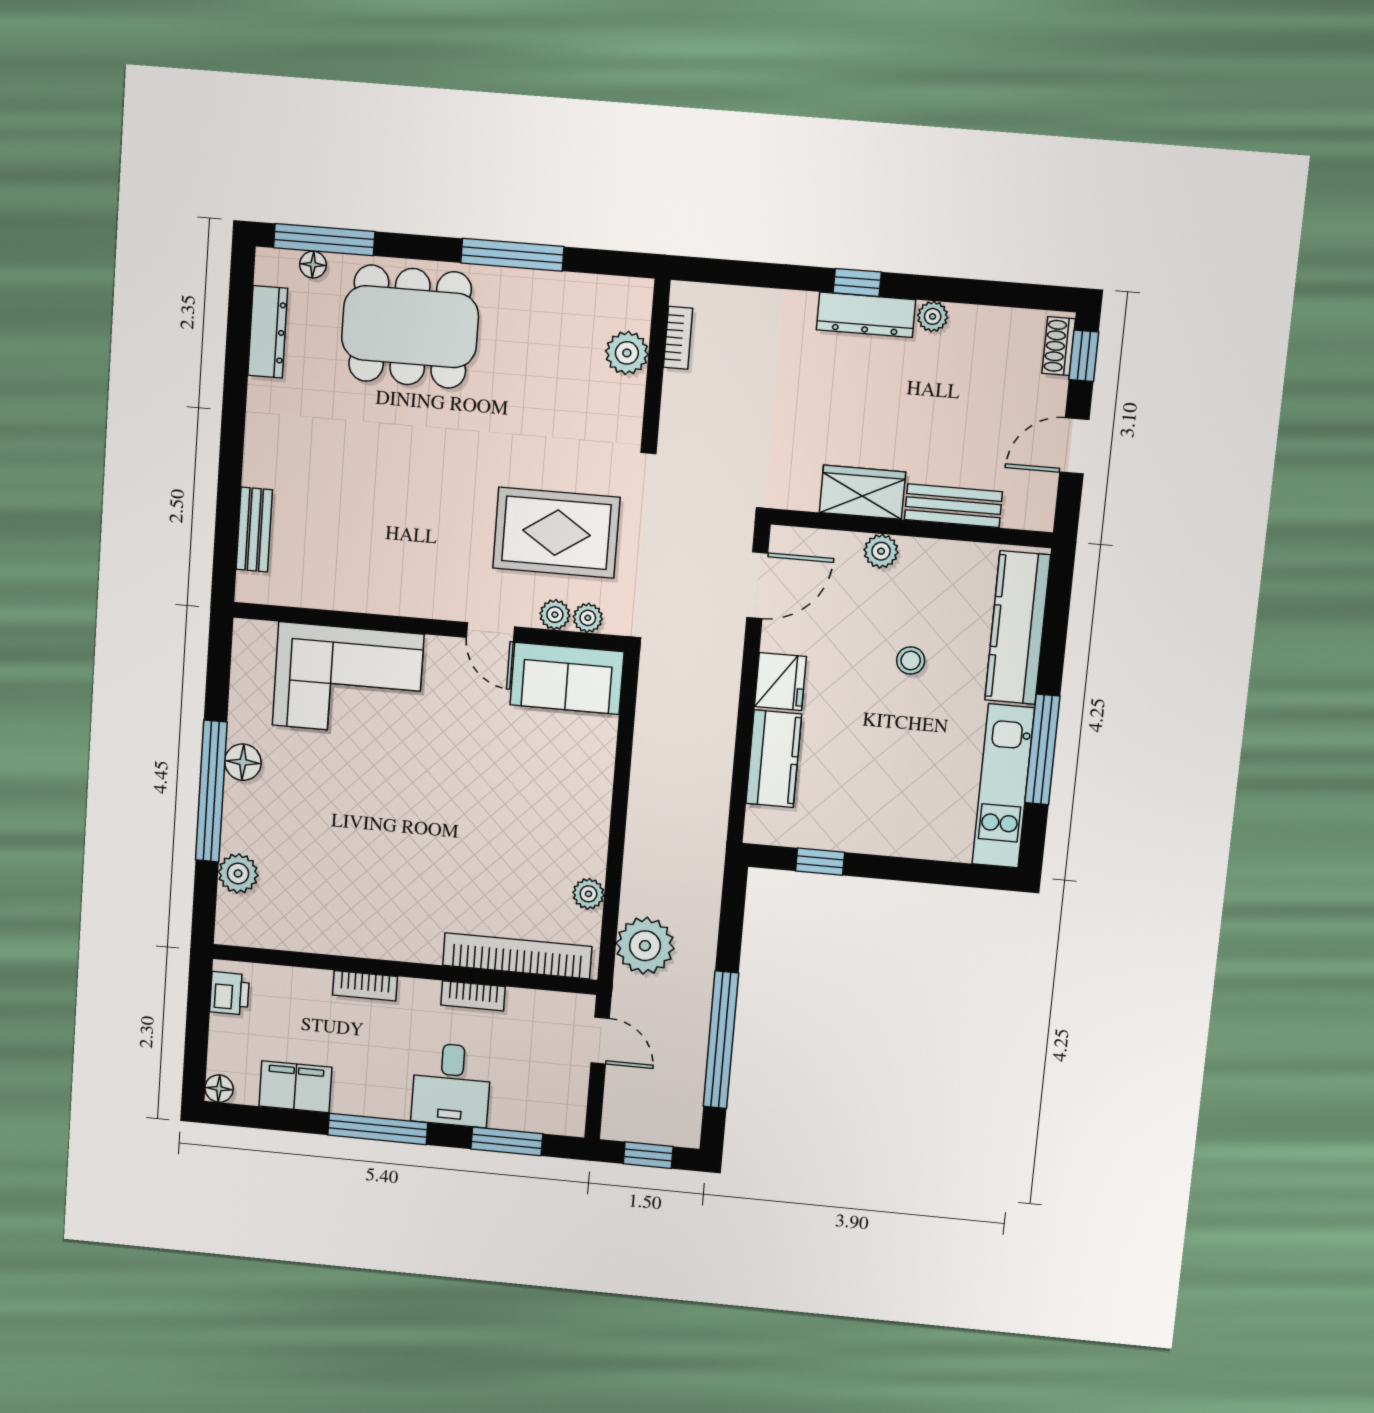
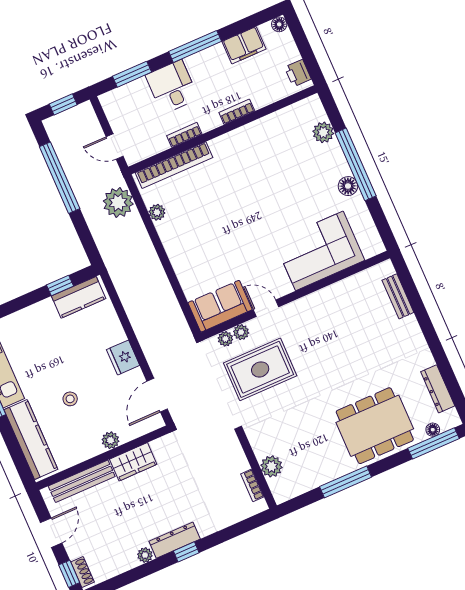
bench: (953, 506) -> (82, 481), width x1.36
kitchen counter: (774, 759) -> (79, 297), moved, turned -90

